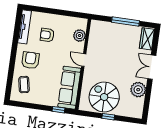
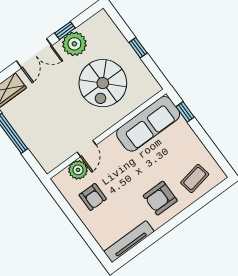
armchair: (47, 35) -> (93, 197), moved
door: (84, 60) -> (87, 149), moved
window: (148, 91) -> (65, 31), added
spiral stairs: (104, 97) -> (103, 83), moved

